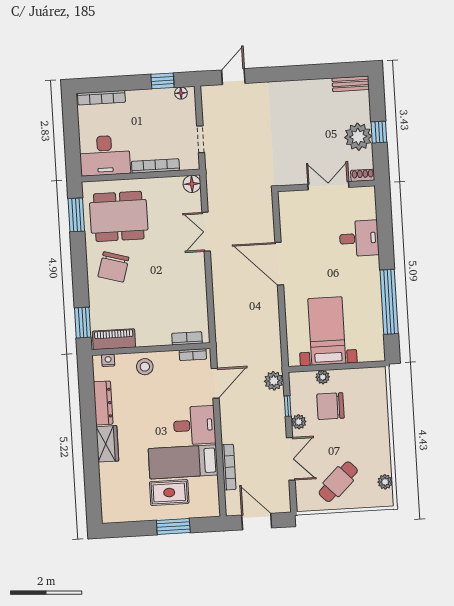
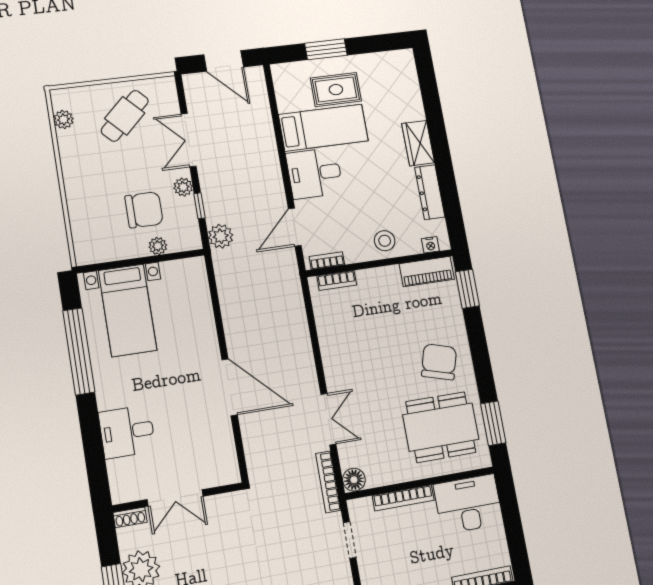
bed with nightstands: (327, 331) -> (128, 310), moved
bookcase: (229, 467) -> (328, 482), moved

